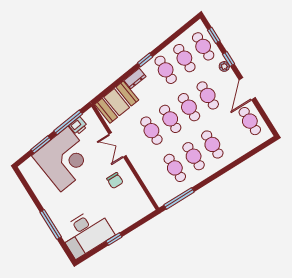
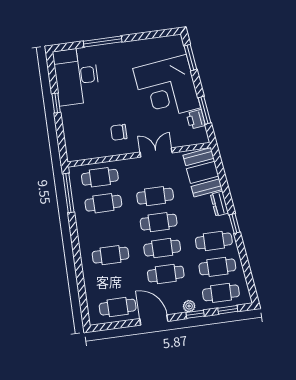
window: (68, 122) -> (204, 110), width x0.69
window: (41, 145) -> (190, 58), moved
cafe table: (194, 156) -> (100, 177), moved

